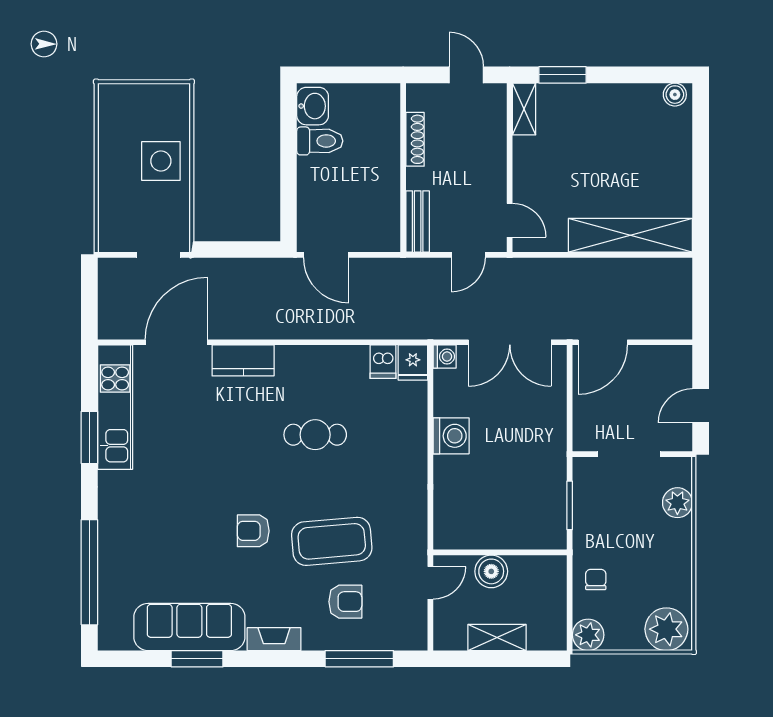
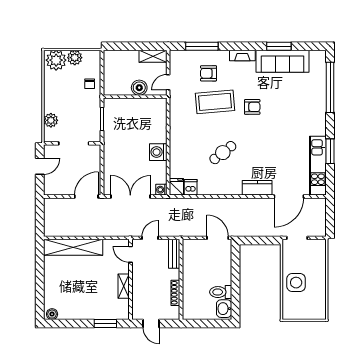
shelving: (524, 109) -> (124, 286), moved
cafe table: (315, 435) -> (223, 153), turned -38
plant: (588, 635) -> (75, 58), moved
shelving: (497, 638) -> (153, 56), moved

